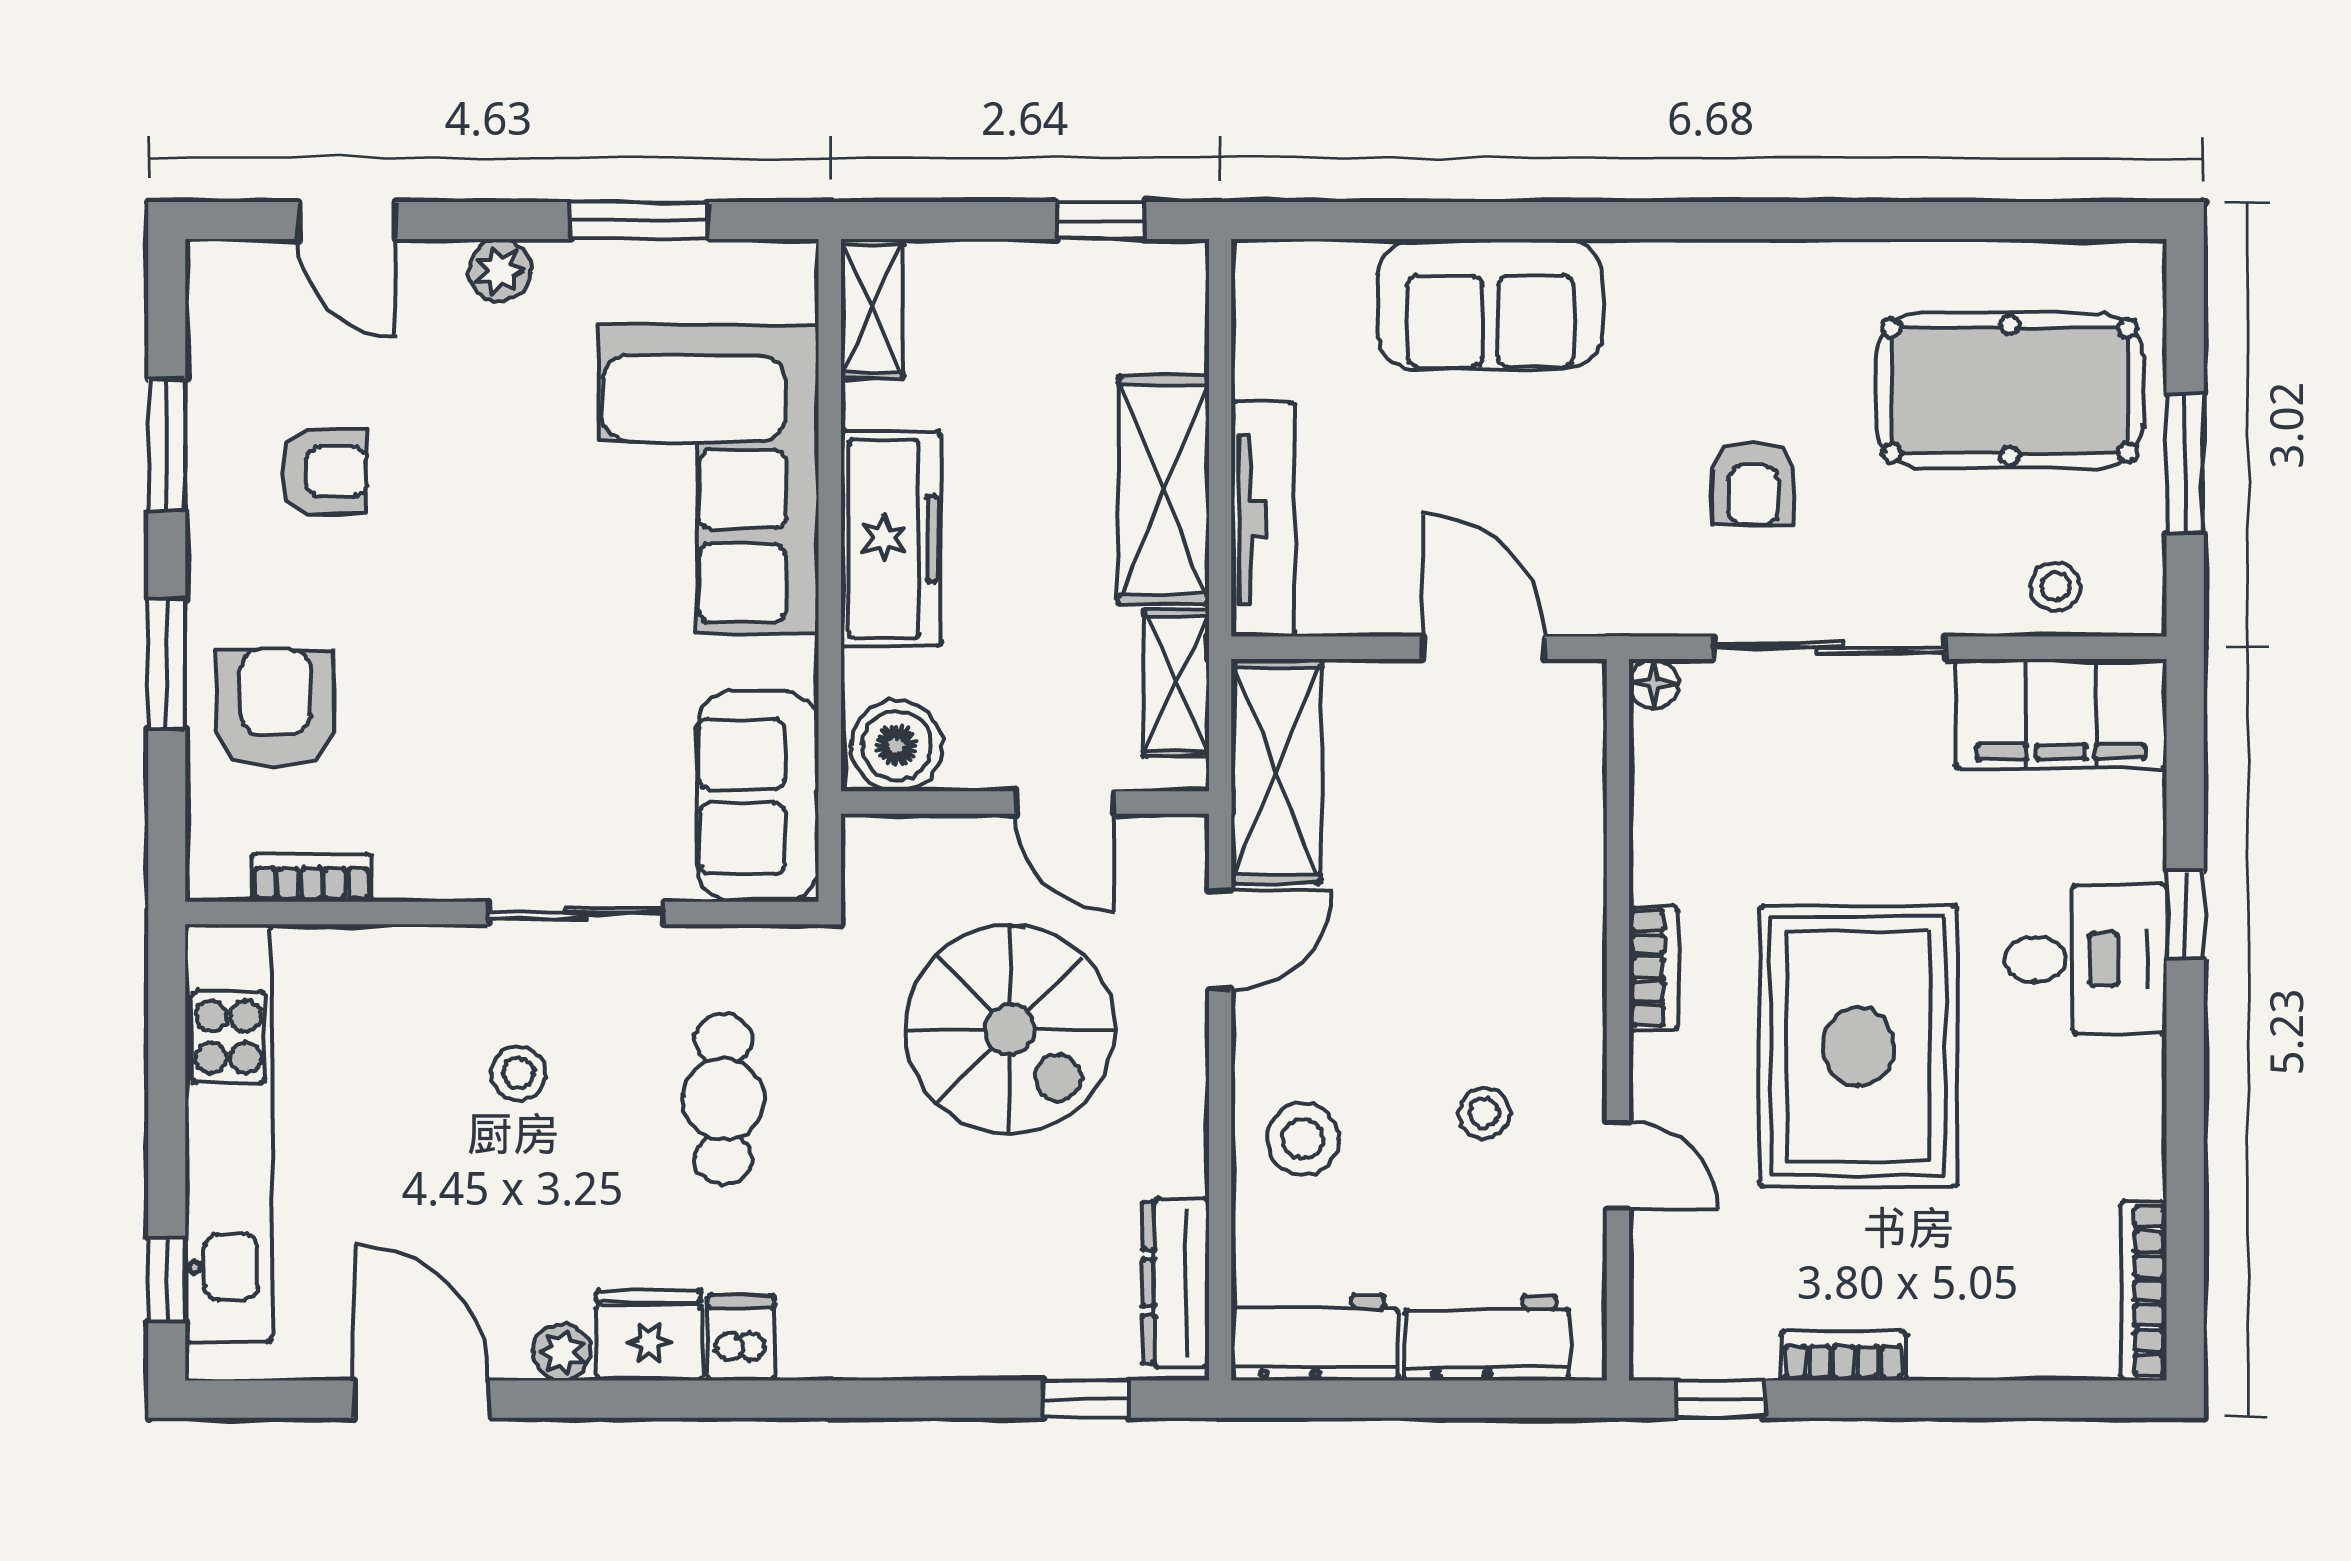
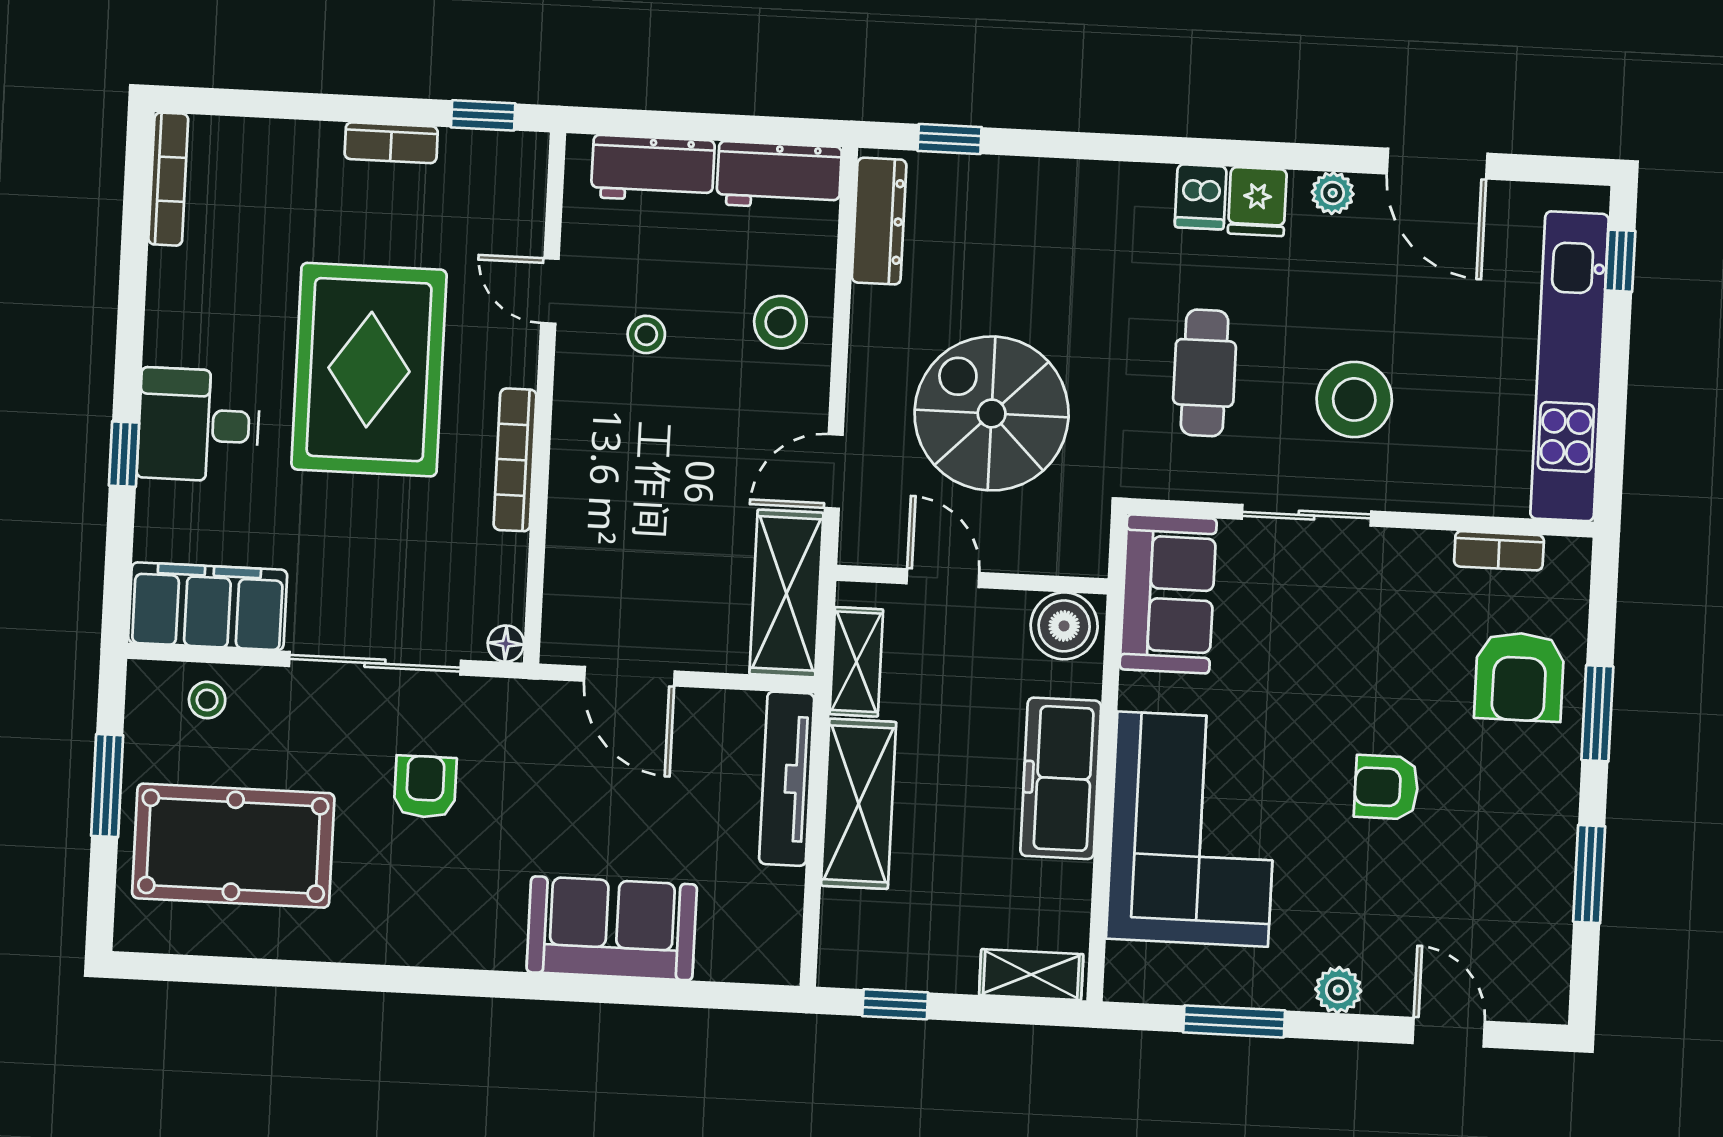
shelving: (872, 309) -> (1031, 975), moved, turned 90
armchair: (325, 472) -> (1386, 787), moved
bookcase: (1654, 968) -> (515, 460), width x1.56
stool: (518, 1073) -> (1354, 399), width x1.89, depth x1.89
fridge: (649, 1335) -> (1257, 202), width x0.72

